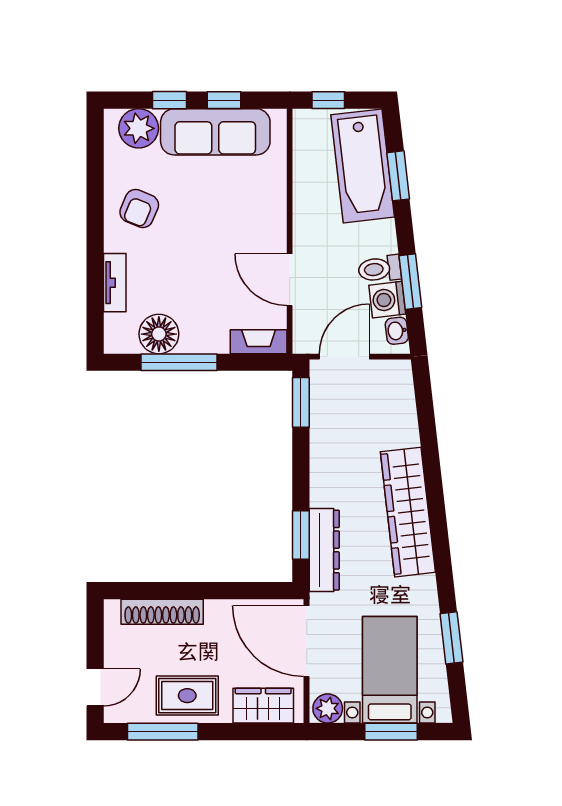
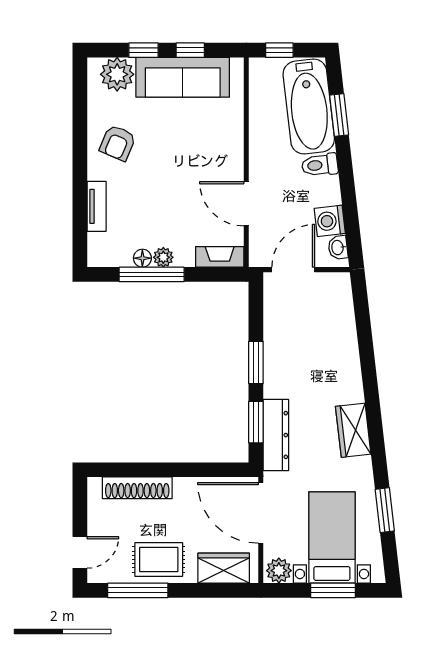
toilet: (380, 269) -> (320, 165), moved
window: (410, 282) -> (350, 206), removed
floor lamp: (159, 334) -> (142, 258), width x0.53, depth x0.53
plant: (193, 342) -> (163, 257), added
window: (301, 402) -> (256, 362), moved
wardrobe: (408, 512) -> (353, 430), width x0.48, depth x0.85

